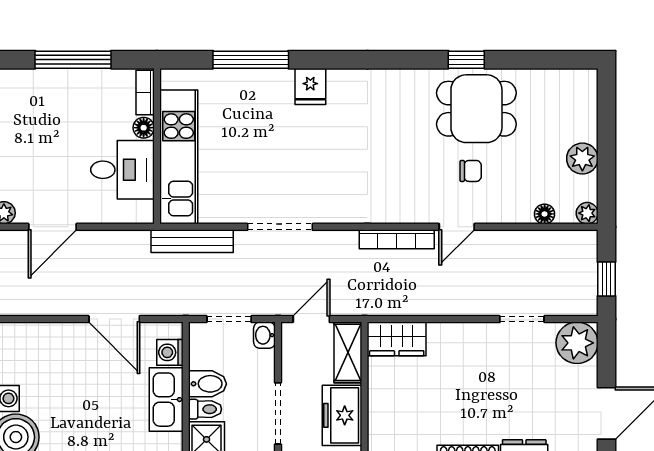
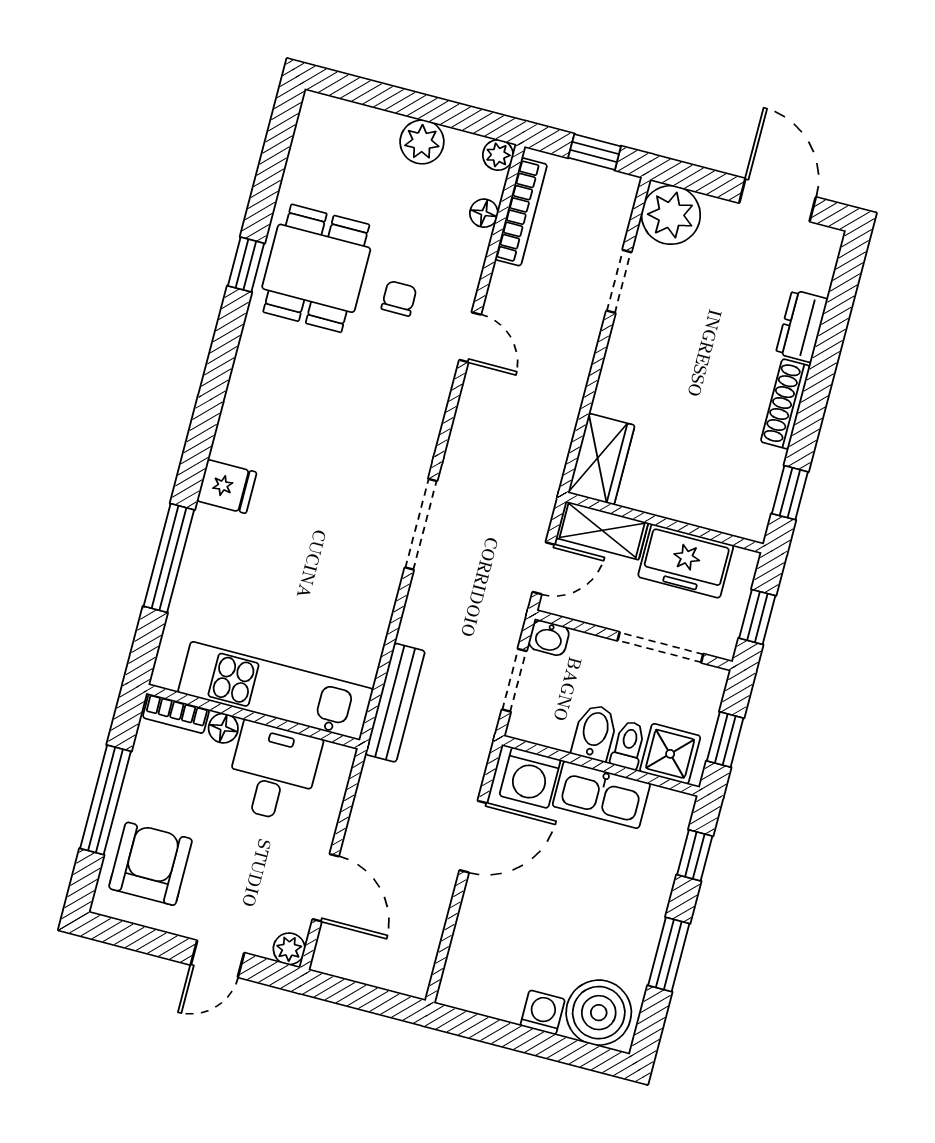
armchair: (37, 102) -> (151, 864), added
doorway: (280, 227) -> (421, 524), moved
bookcase: (397, 239) -> (521, 212), moved
door: (311, 319) -> (544, 568), swing flipped
washing machine: (170, 352) -> (530, 778), width x1.38, depth x1.38

